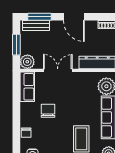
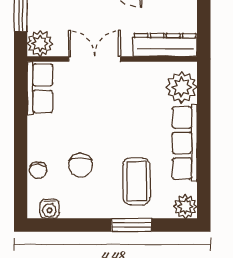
chair: (48, 111) -> (81, 165), moved, turned 180

